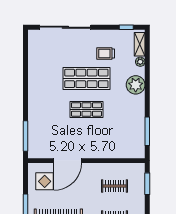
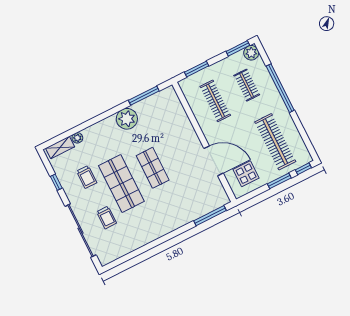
window: (126, 27) -> (56, 182), moved
trolley: (65, 53) -> (107, 217), added
plant: (136, 85) -> (127, 119), moved
clothes rail: (115, 186) -> (215, 101), width x1.36

